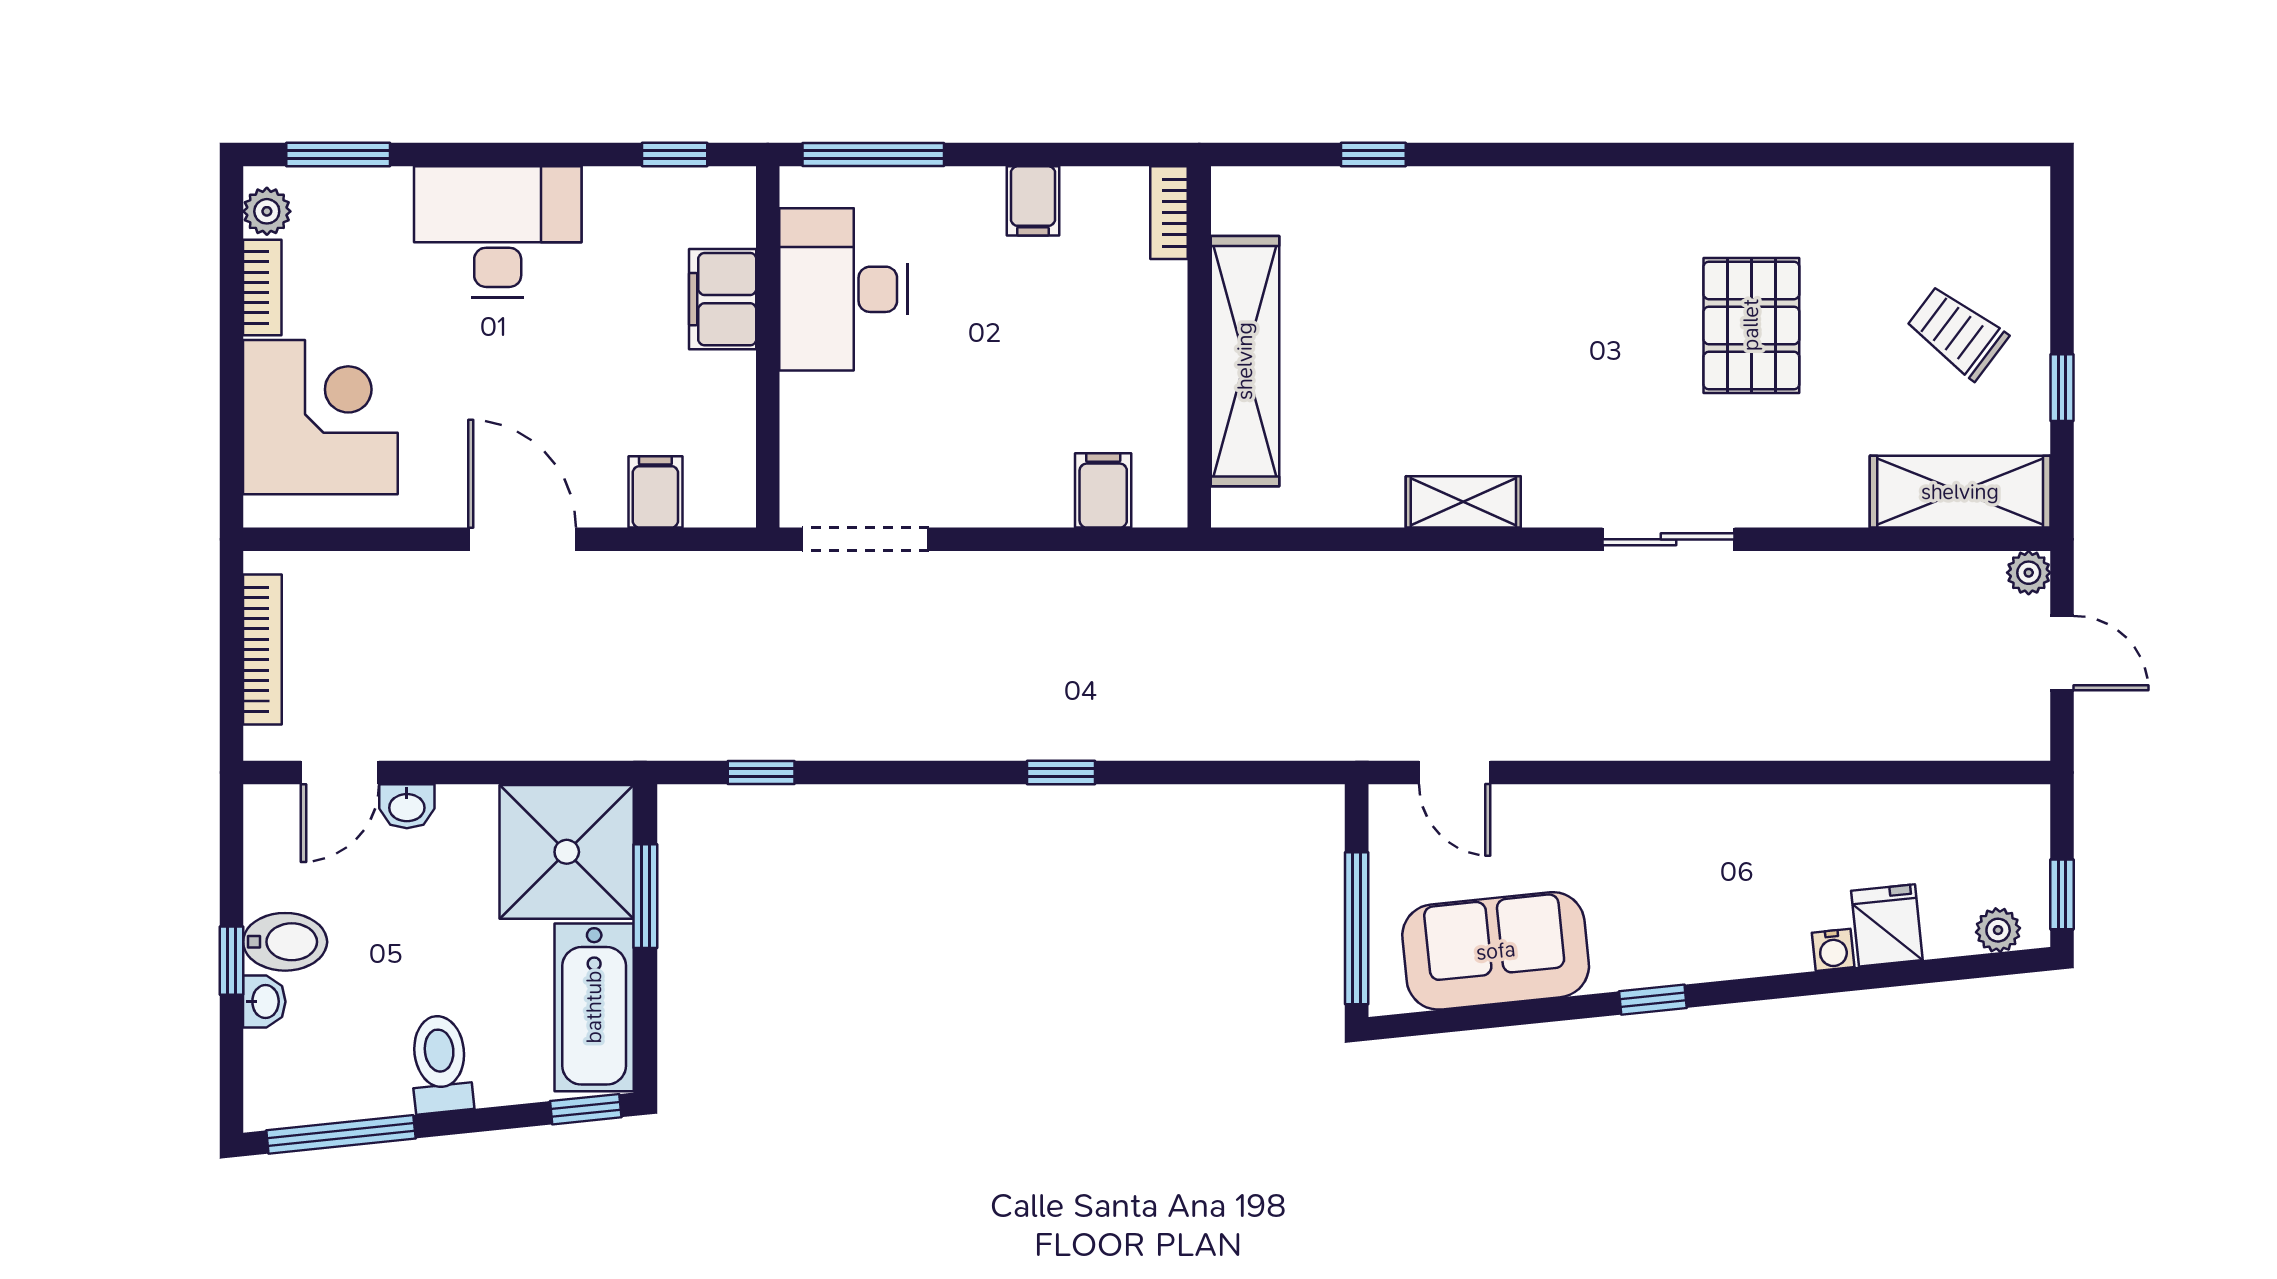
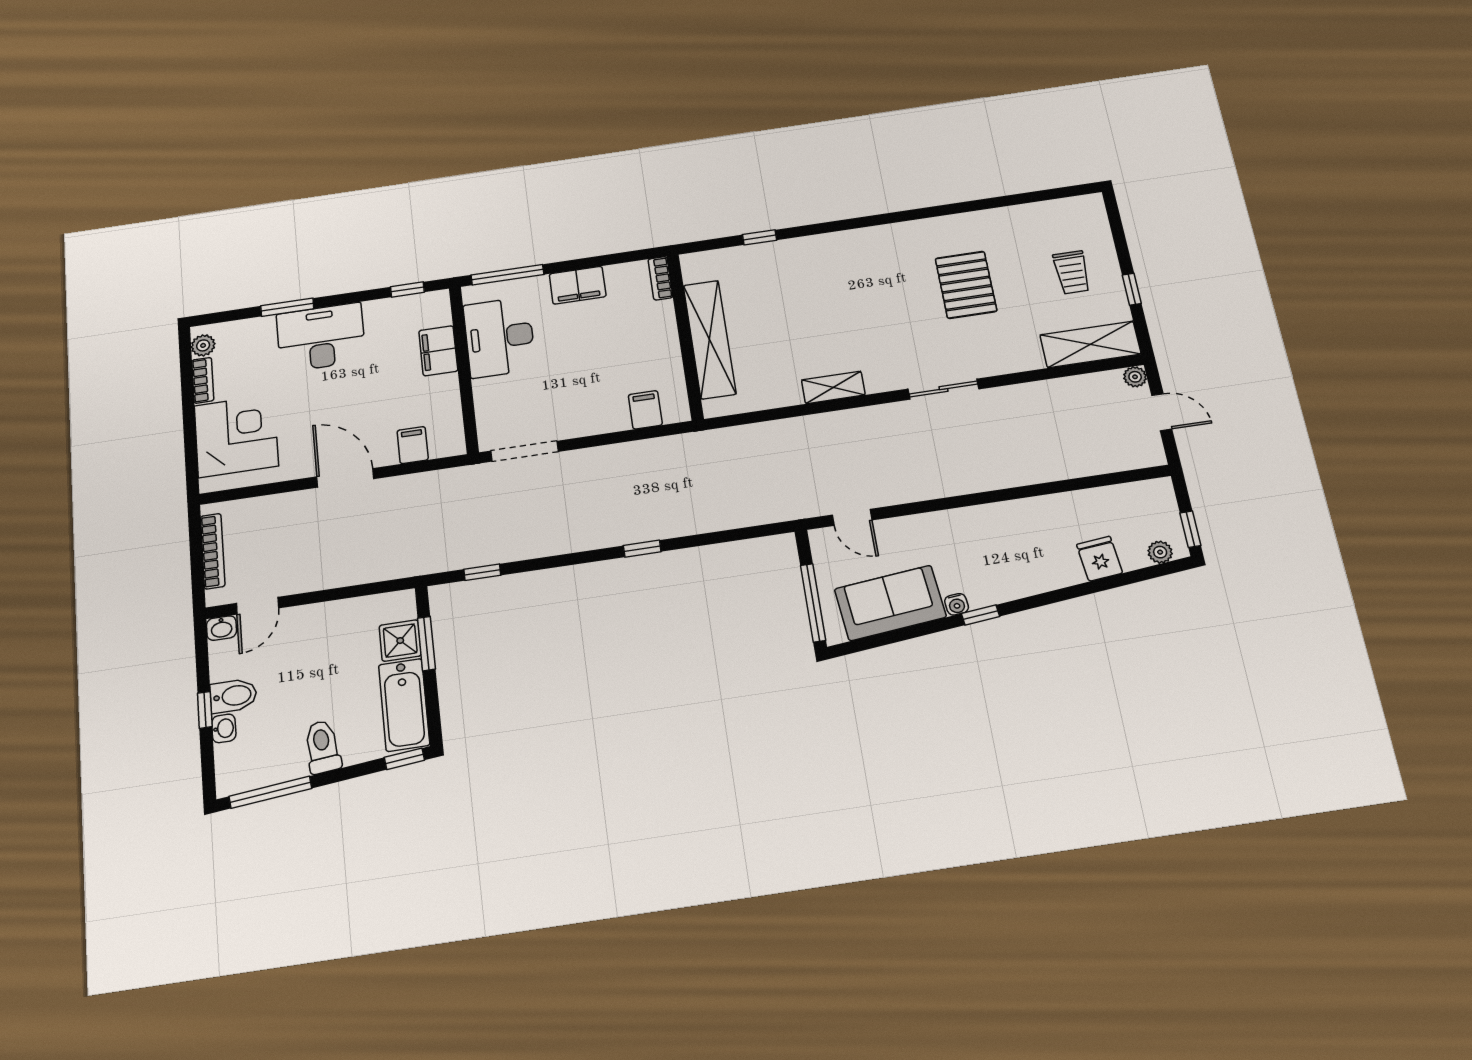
window: (338, 155) -> (287, 307), moved
filing cabinet: (1033, 201) -> (578, 285), width x2.00
trolley: (1957, 332) -> (1072, 272), turned -127
washbasin: (407, 806) -> (221, 628), moved
shower: (567, 852) -> (400, 641), width x0.54, depth x0.54
water cooler: (1833, 950) -> (957, 604), moved

